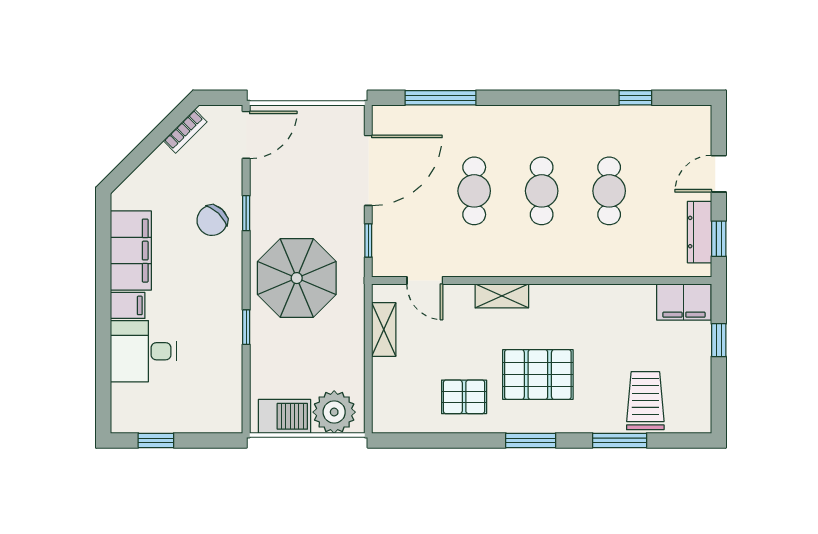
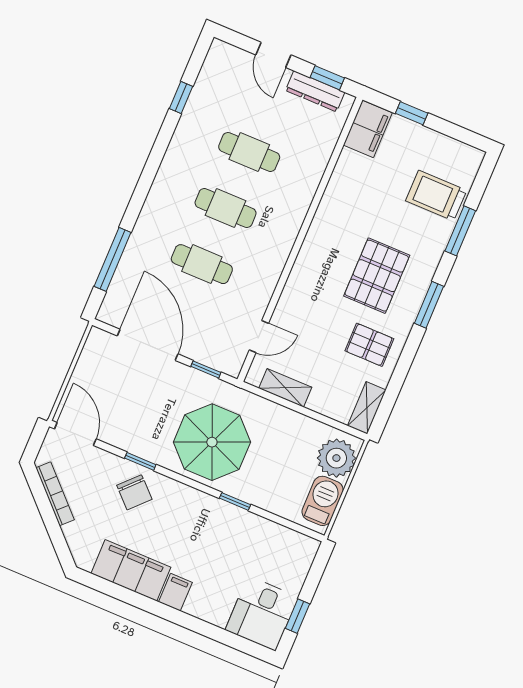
bookcase: (185, 131) -> (55, 494), width x1.56
shelving: (502, 296) -> (367, 408), moved
desk: (143, 351) -> (262, 613), moved
pallet: (464, 397) -> (369, 345), turned 90

